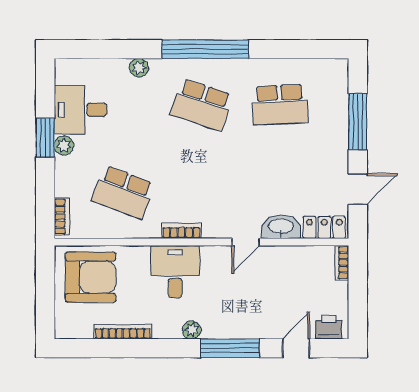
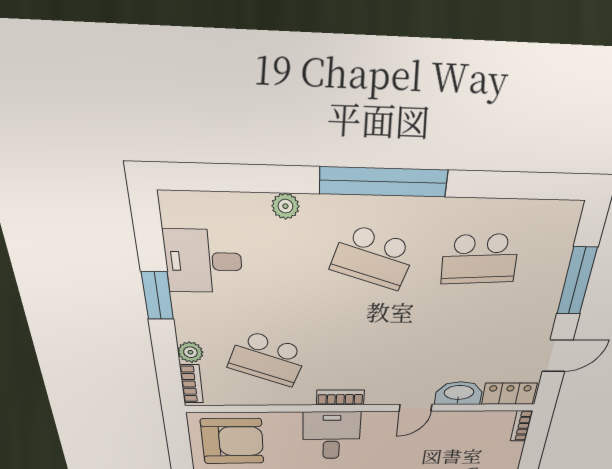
plant: (64, 146) -> (190, 352), moved

